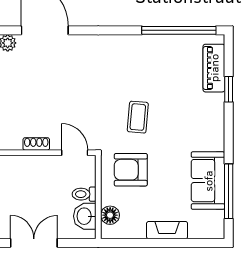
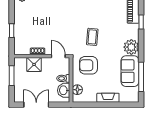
plant: (210, 136) -> (131, 47), added
shower: (30, 168) -> (34, 64), added

